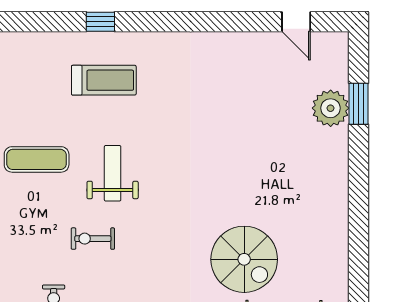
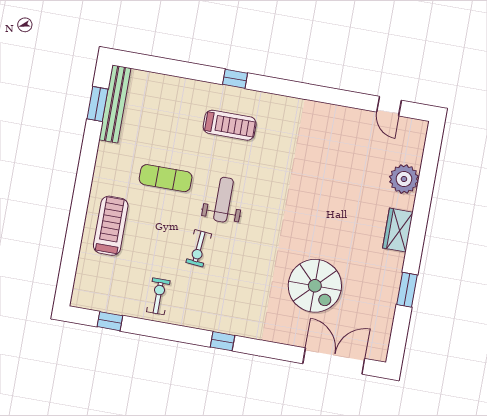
window: (359, 104) -> (407, 290), moved
wardrobe: (334, 172) -> (398, 230), added
exercise bike: (93, 239) -> (199, 248), turned -85

